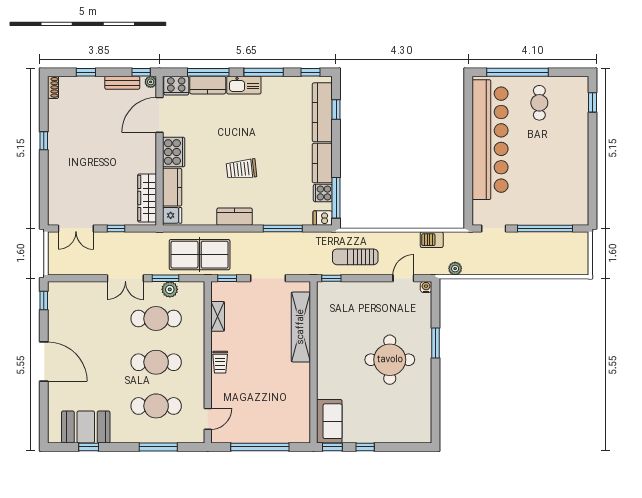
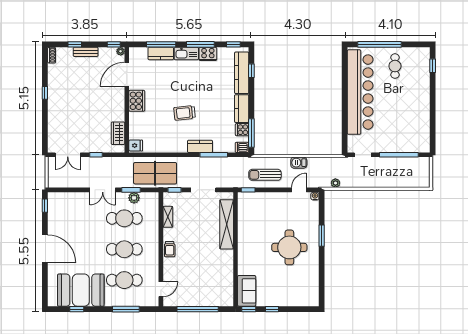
bench: (122, 83) -> (86, 52), moved
cooker: (176, 86) -> (208, 54), moved
kitchen counter: (172, 187) -> (136, 126), removed
wardrobe: (147, 198) -> (118, 133), width x0.67
kitchen counter: (235, 217) -> (200, 146), moved
barbecue: (432, 240) -> (299, 163), moved
booth: (86, 427) -> (81, 290), width x1.36, depth x1.42

